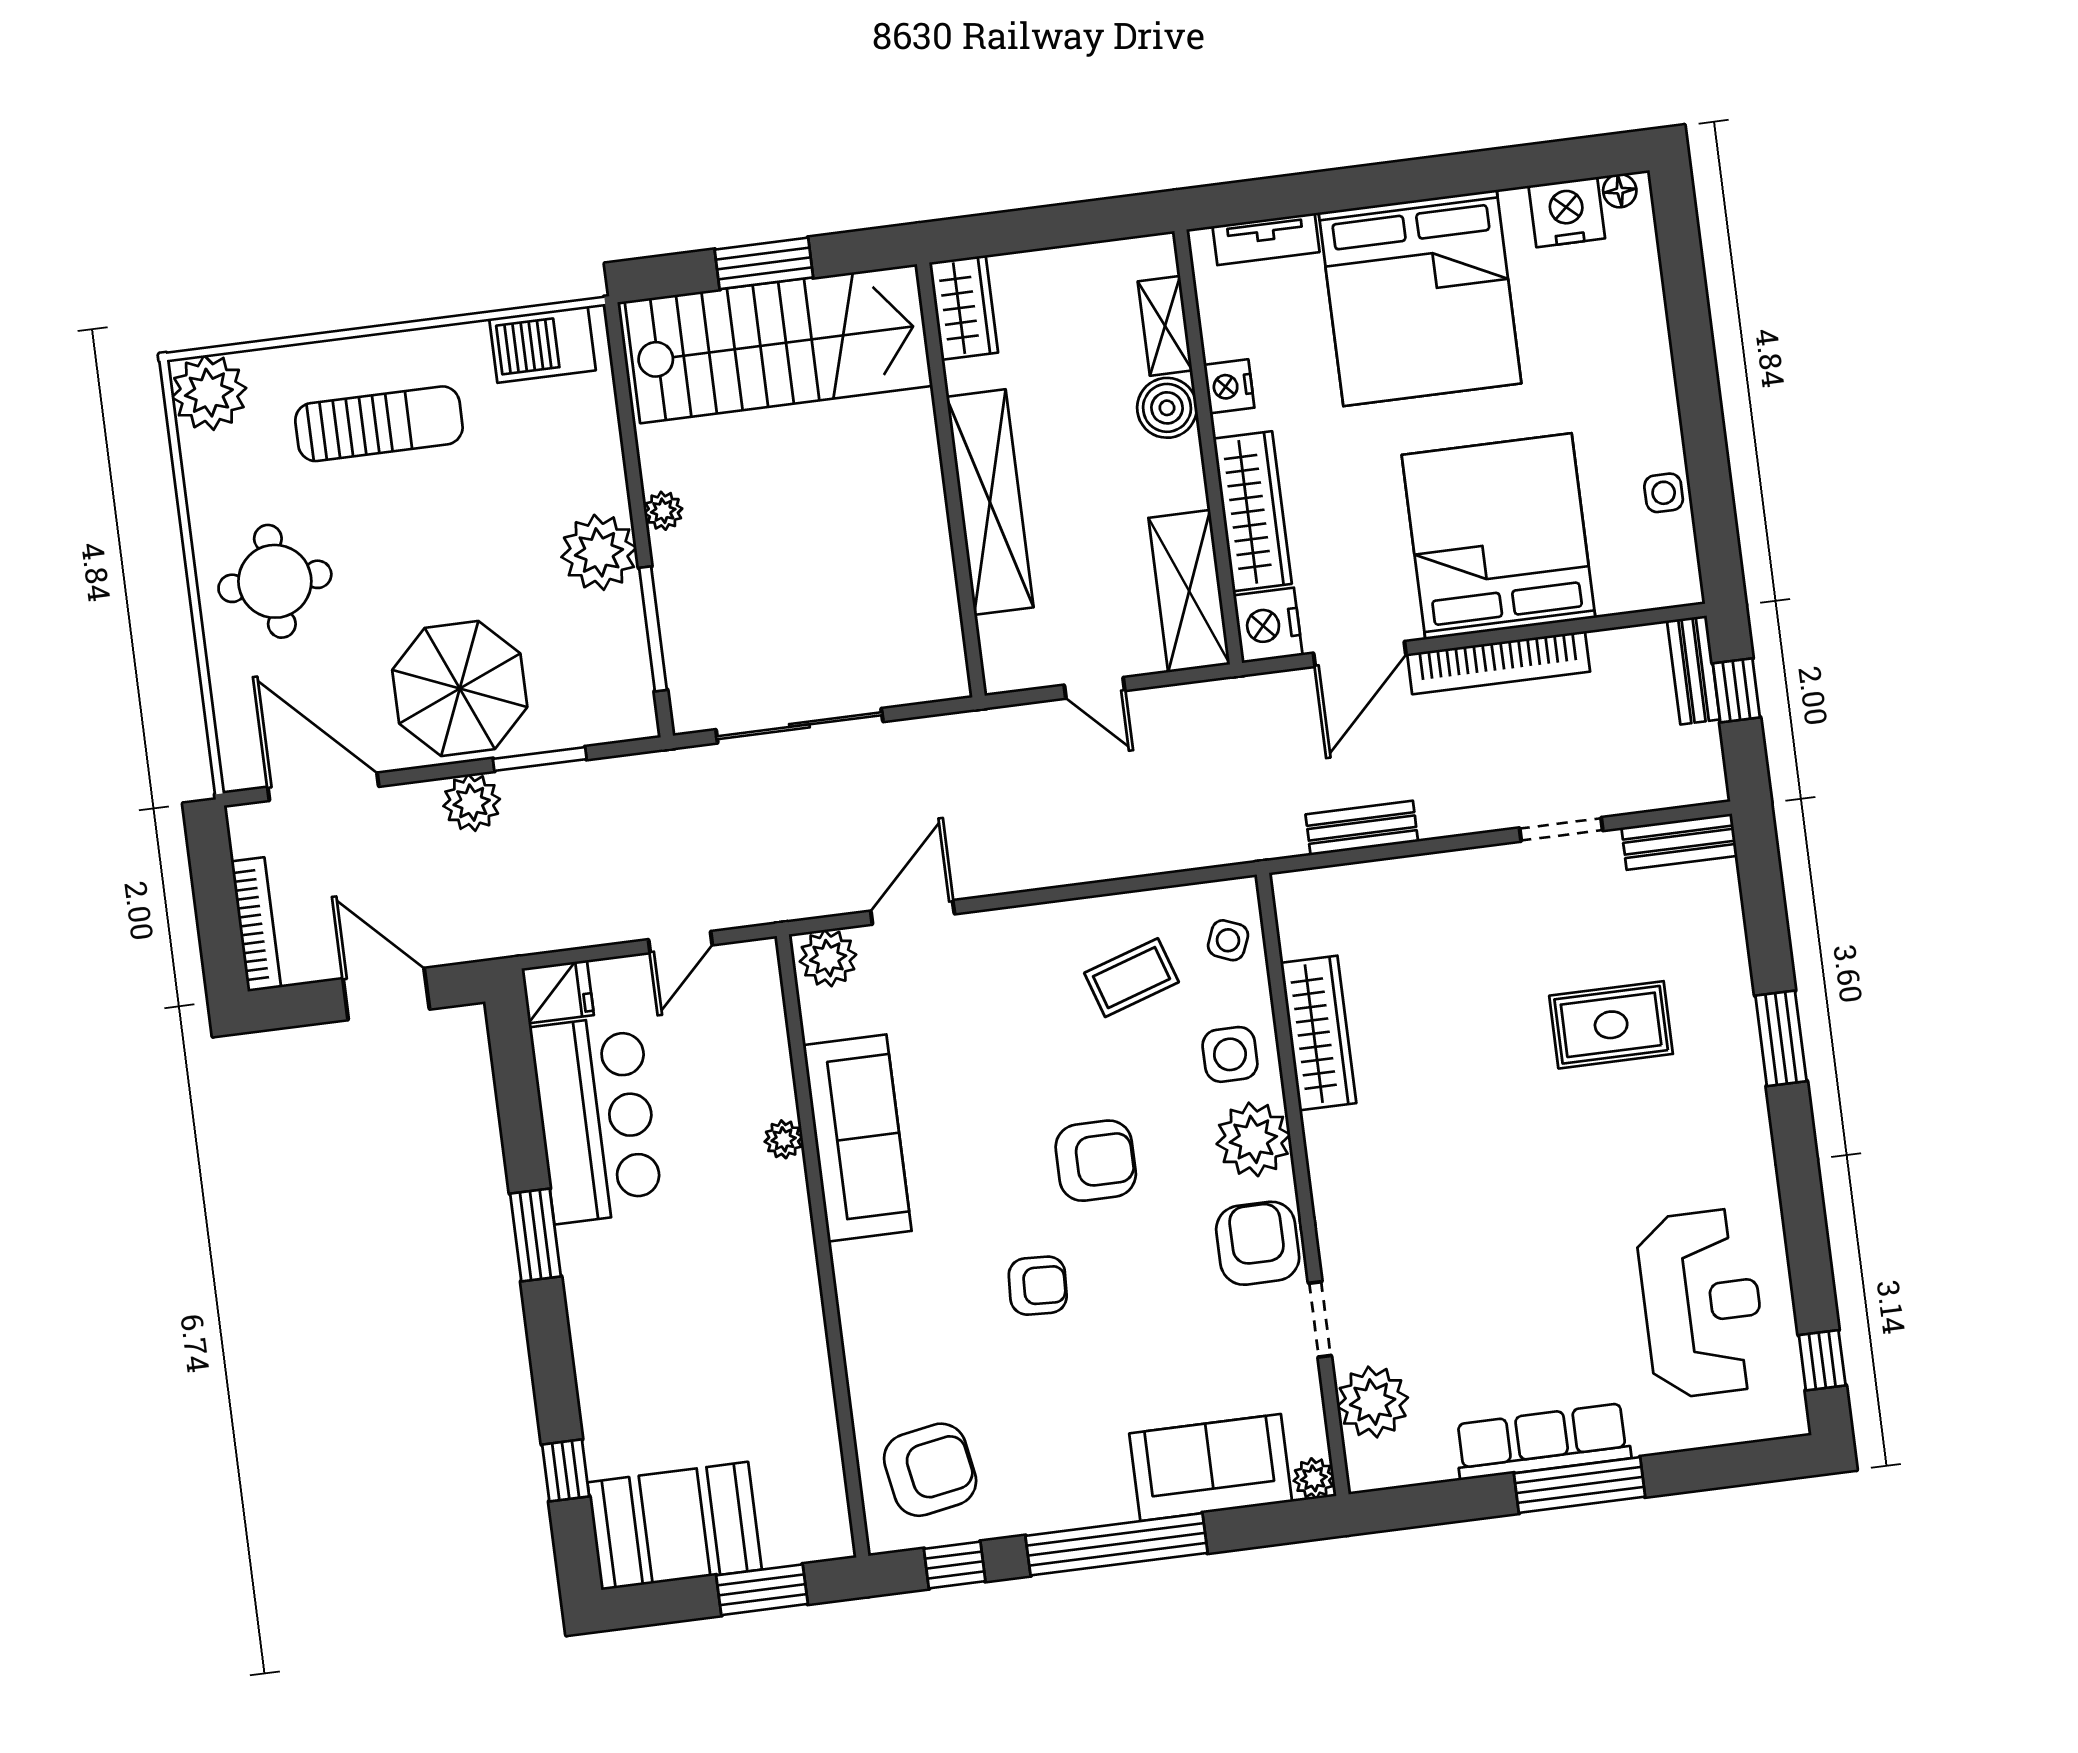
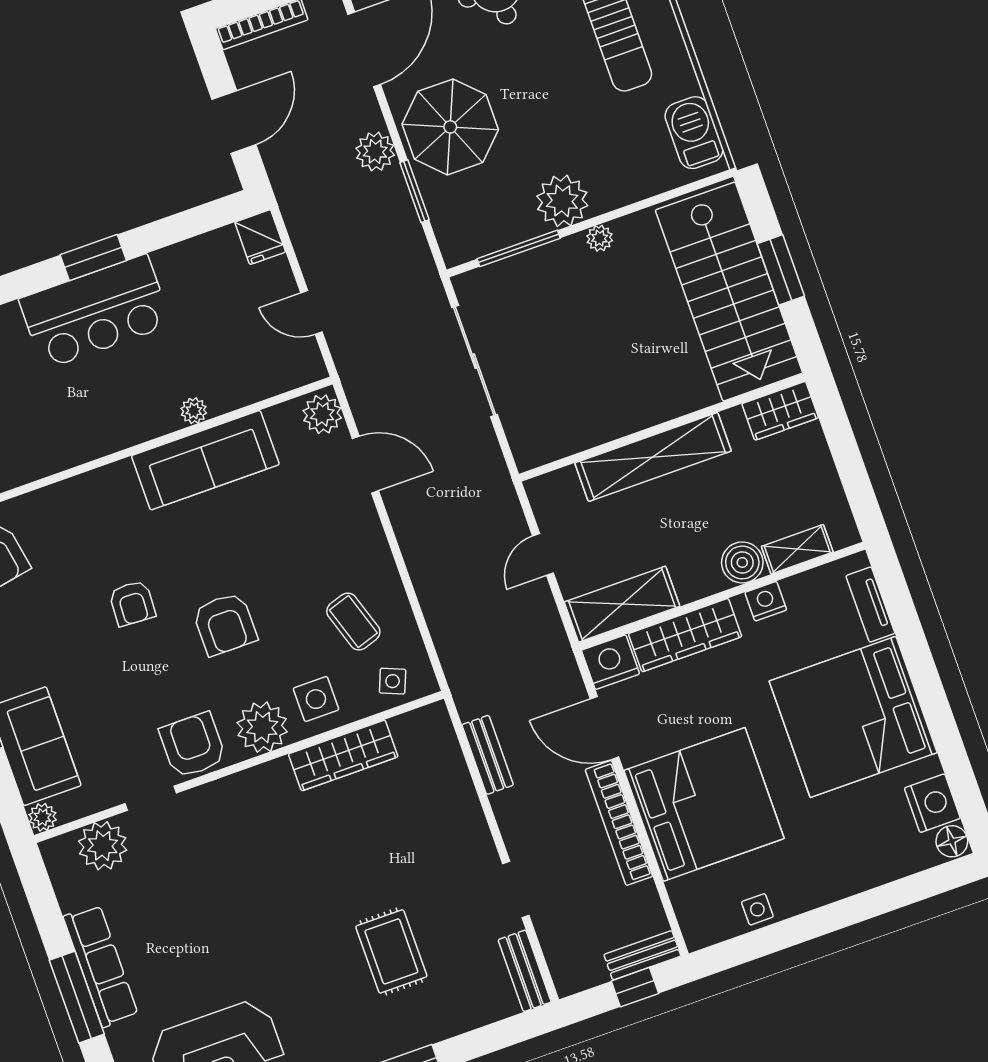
floor lamp: (1620, 191) -> (952, 841), width x1.37, depth x1.37
bar counter: (596, 1119) -> (95, 312), moved
armchair: (1258, 1243) -> (193, 745), turned -90

